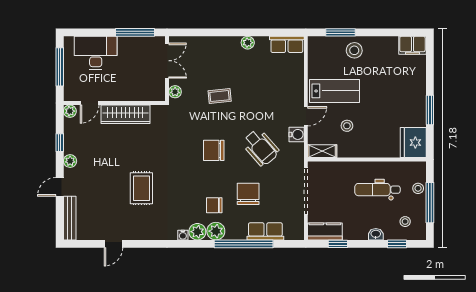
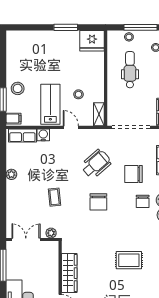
row of seats: (287, 44) -> (22, 136), moved, turned 90
filing cabinet: (412, 45) -> (14, 119), moved, width x0.50
water cooler: (297, 134) -> (43, 135), moved
dental chair: (377, 190) -> (130, 70), turned 180

